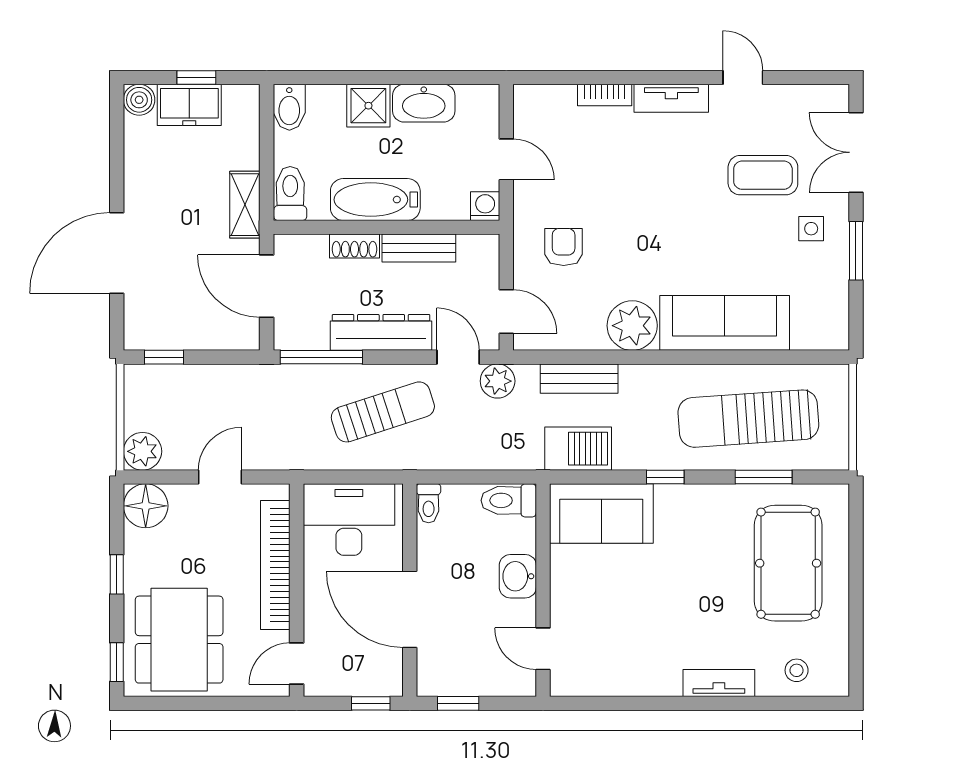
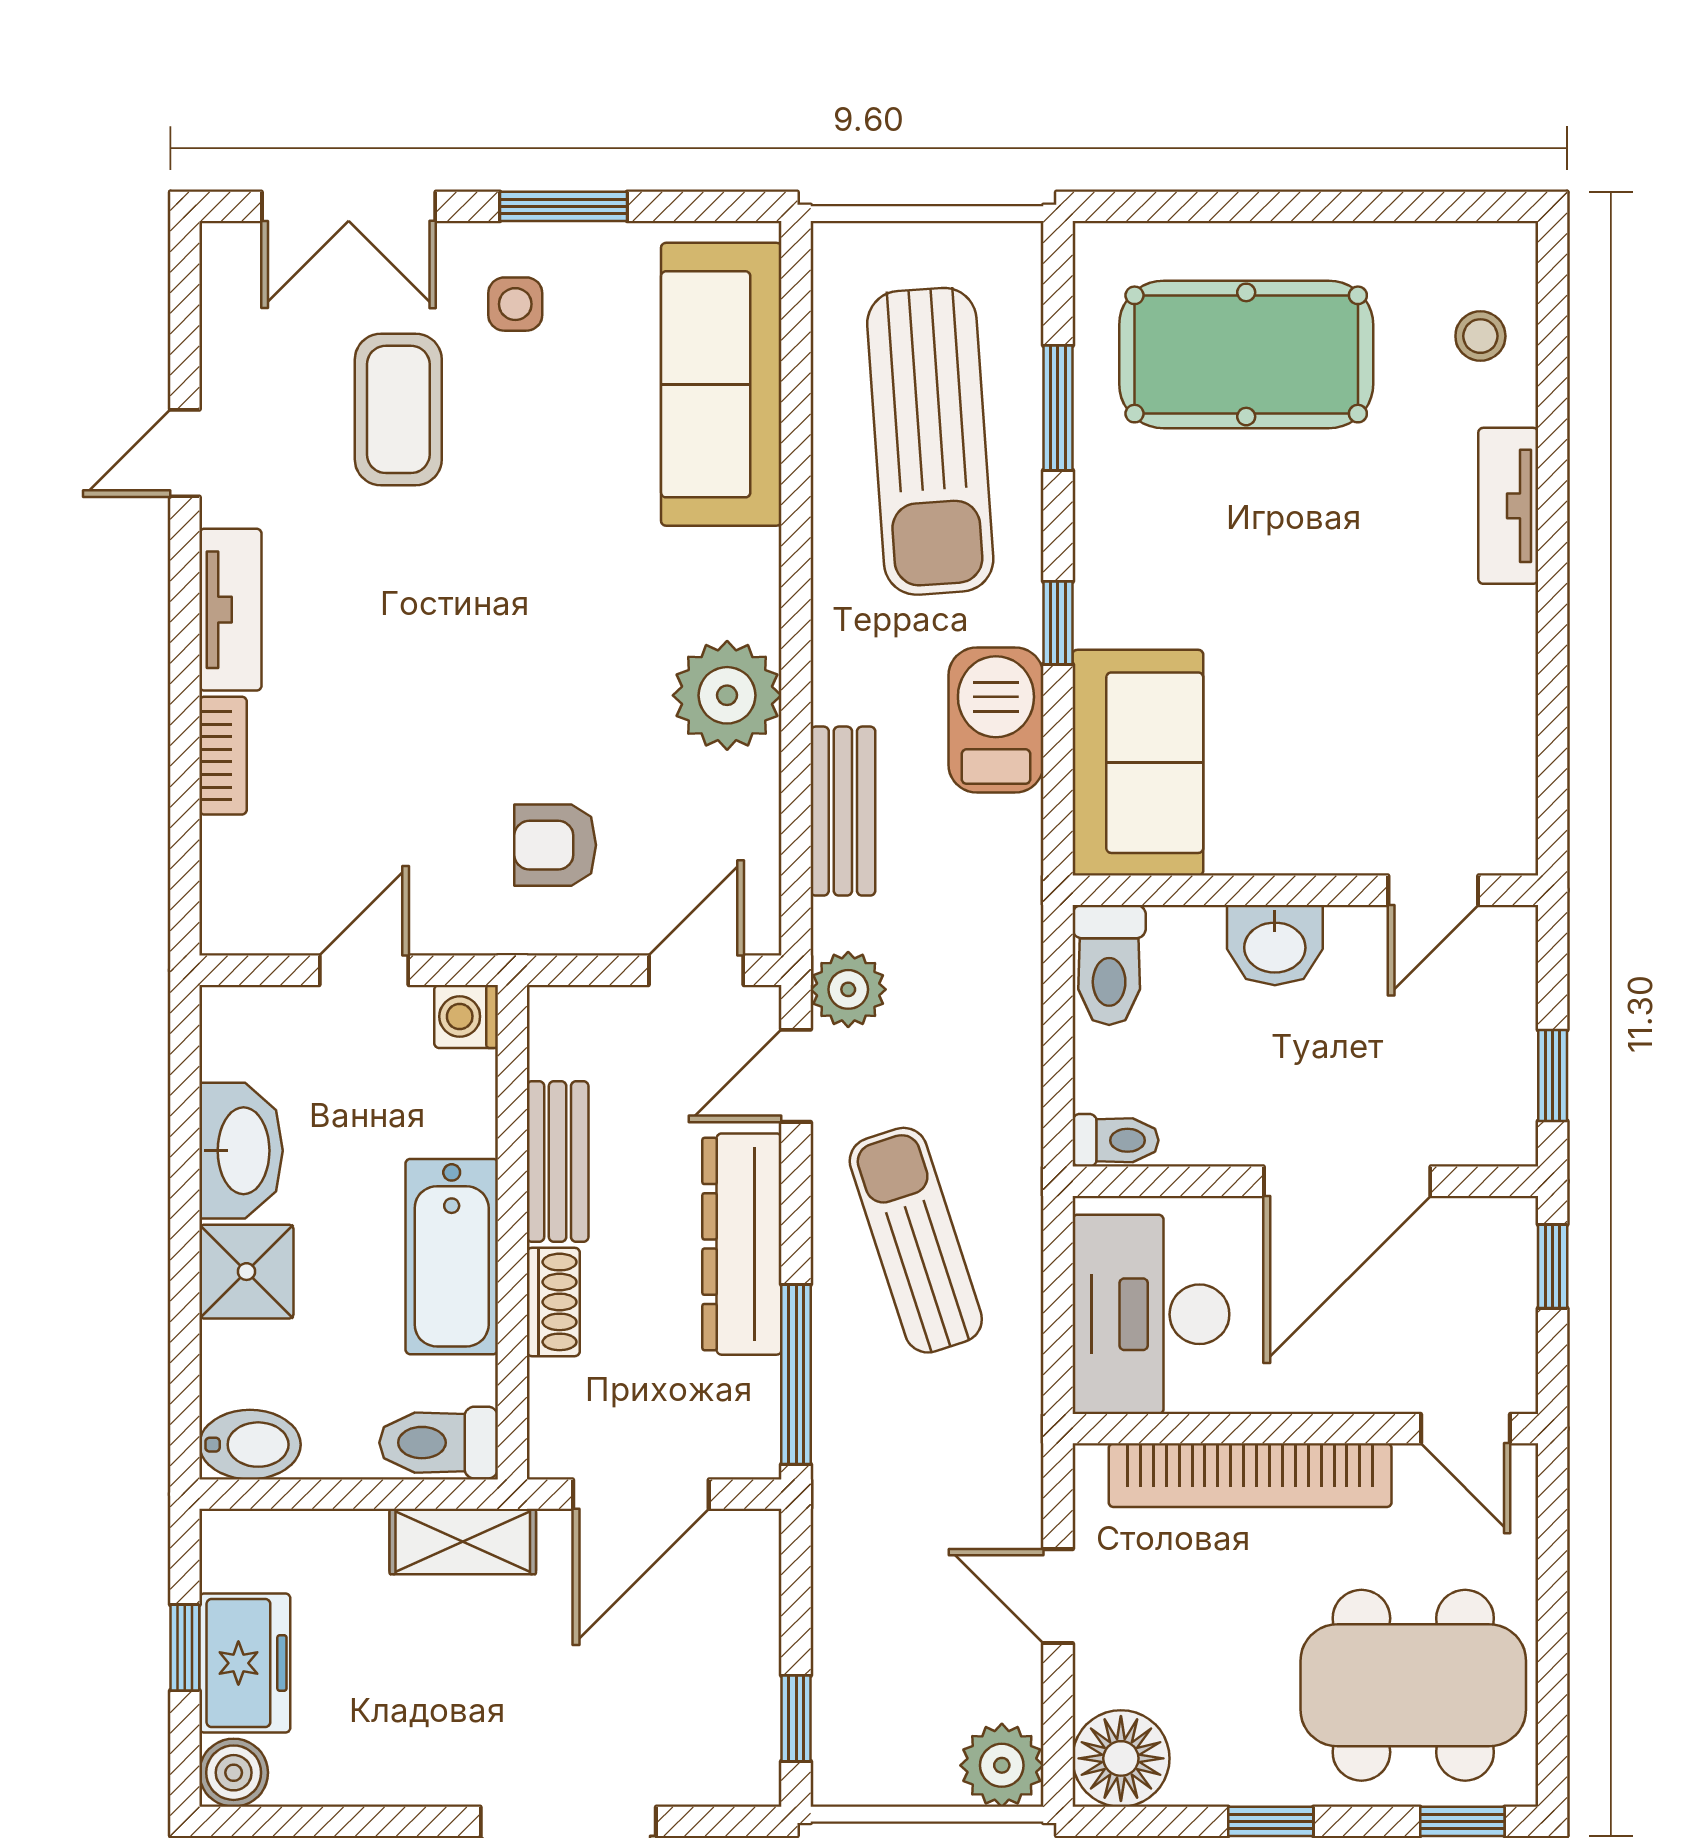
sofa: (725, 323) -> (721, 384), moved
barbecue: (578, 449) -> (996, 720), moved

